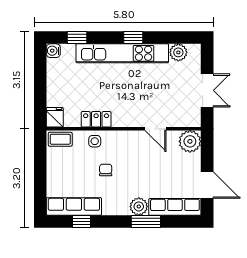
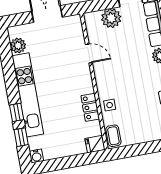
window: (133, 38) -> (17, 112), moved
door: (155, 129) -> (89, 54), hinge flipped
plant: (190, 141) -> (111, 18), moved
chair: (106, 170) -> (133, 91), removed

